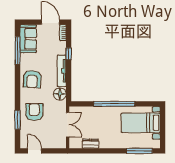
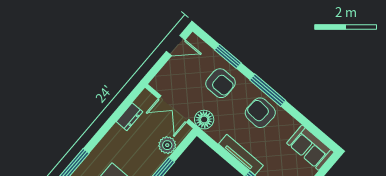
window: (18, 50) -> (268, 90), moved
floor lamp: (60, 94) -> (204, 120), moved
plant: (89, 112) -> (167, 145), added

